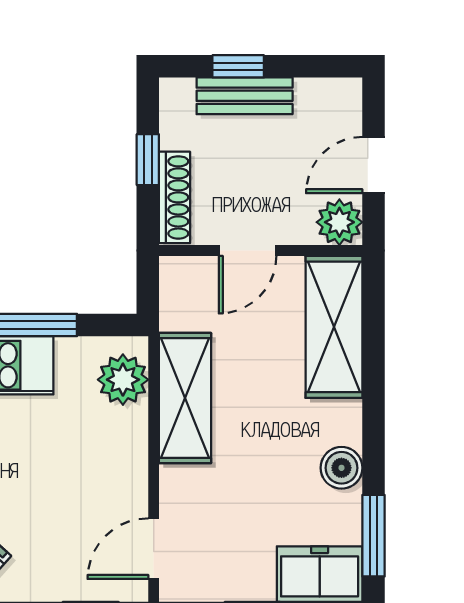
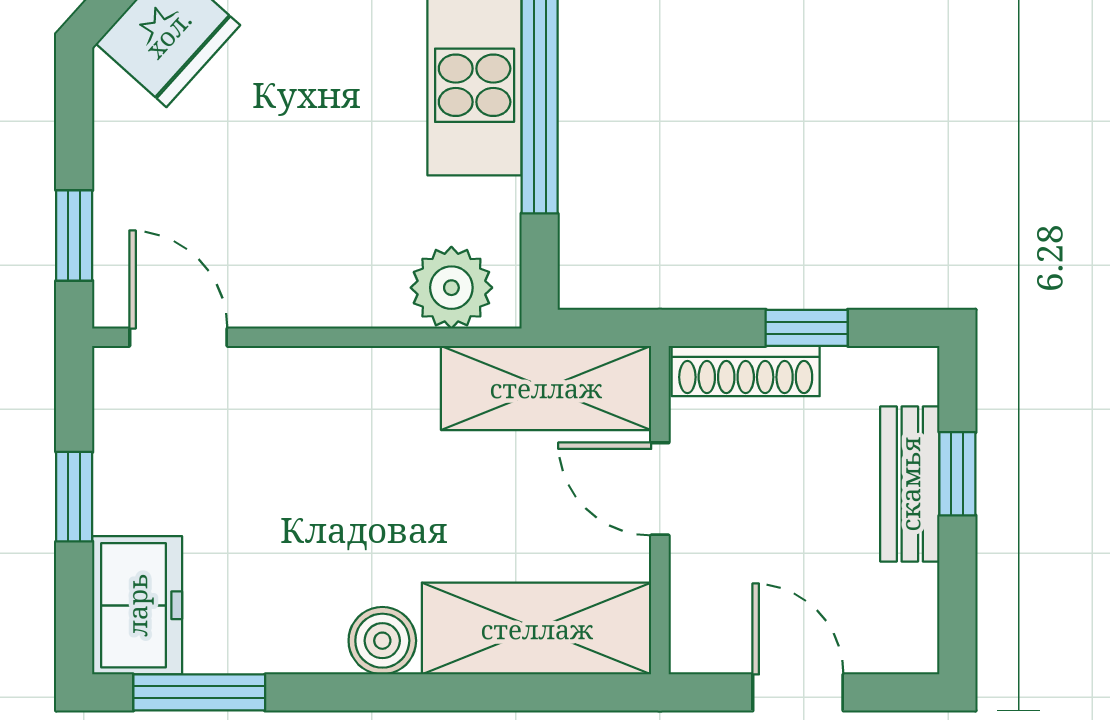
plant: (339, 222) -> (706, 637), removed
shelving: (185, 398) -> (546, 388), moved
boiler: (341, 468) -> (382, 641), moved

